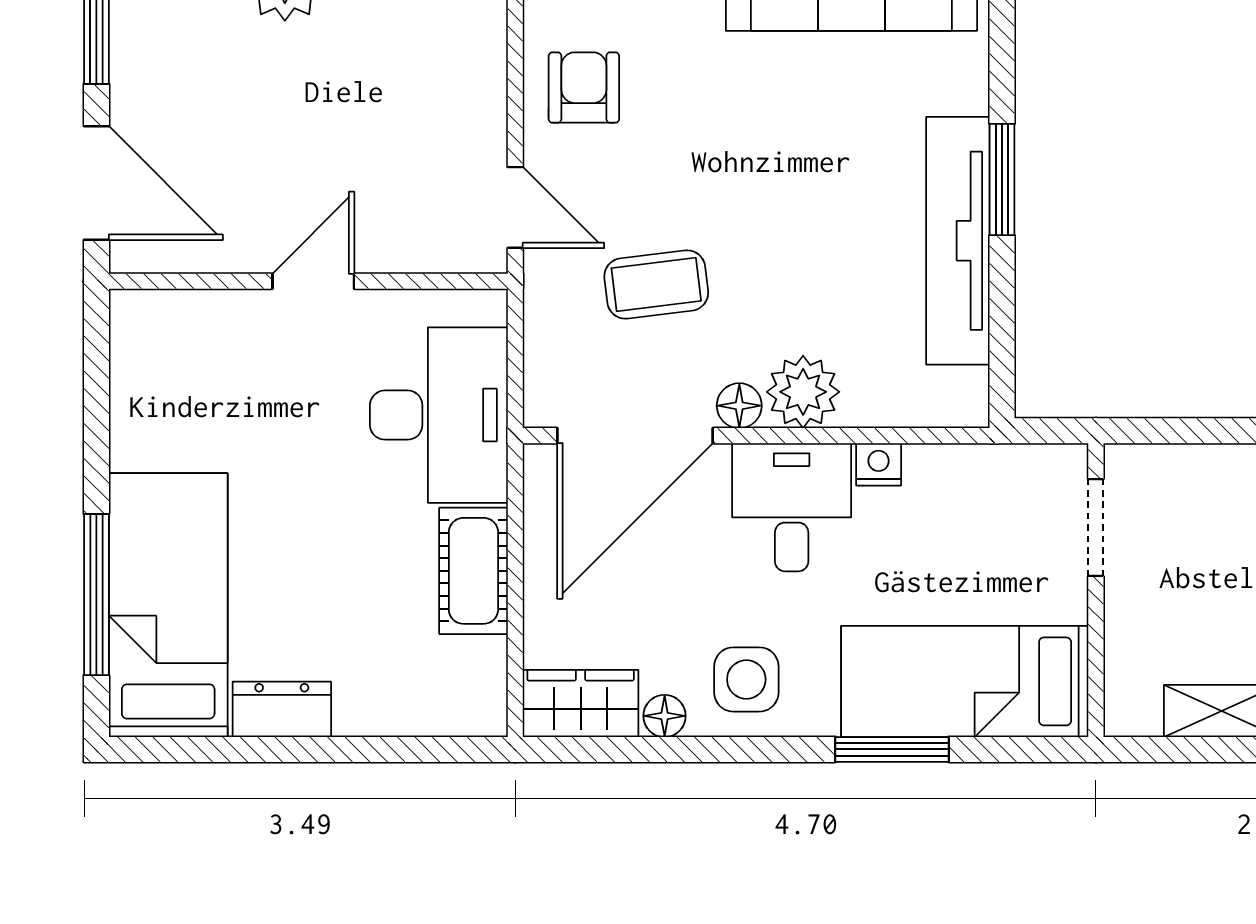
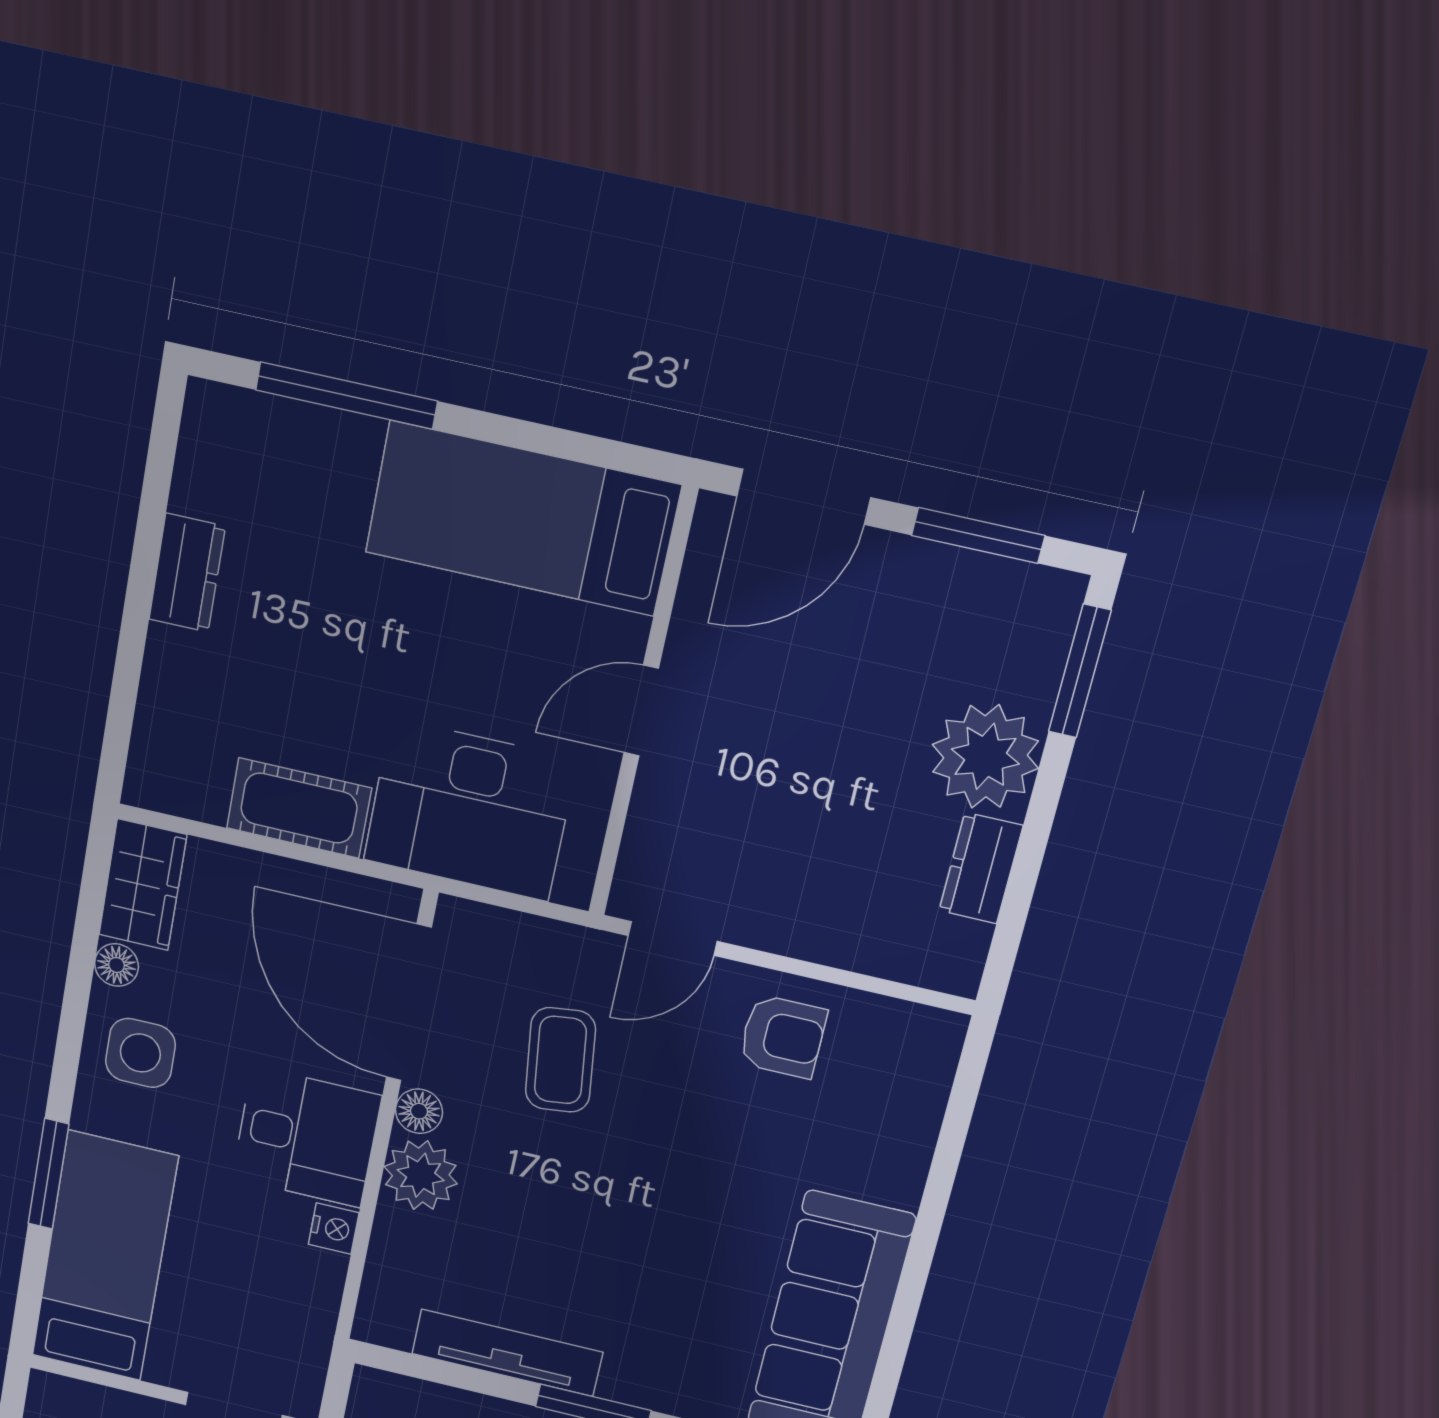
tv unit: (958, 241) -> (507, 1353), width x0.73, depth x0.78
door: (313, 281) -> (641, 711), swing flipped
bed: (168, 605) -> (522, 519), moved, turned 180

